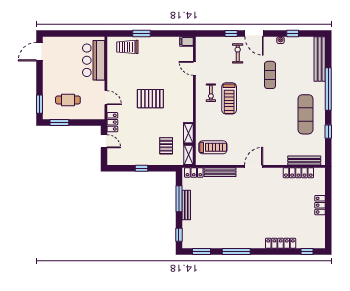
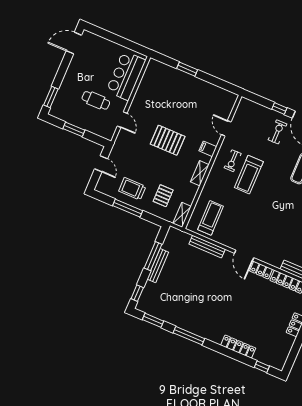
filing cabinet: (187, 42) -> (208, 149), moved
trolley: (127, 47) -> (132, 189), moved
cafe table: (68, 100) -> (96, 100), moved
window: (59, 122) -> (74, 129), moved
locker: (112, 122) -> (118, 148), removed
shelving: (188, 133) -> (200, 173), moved
treadmill: (213, 147) -> (211, 218), turned -90
door: (254, 166) -> (244, 255), swing flipped
window: (141, 168) -> (128, 208), width x2.17
locker: (194, 173) -> (261, 270), moved

